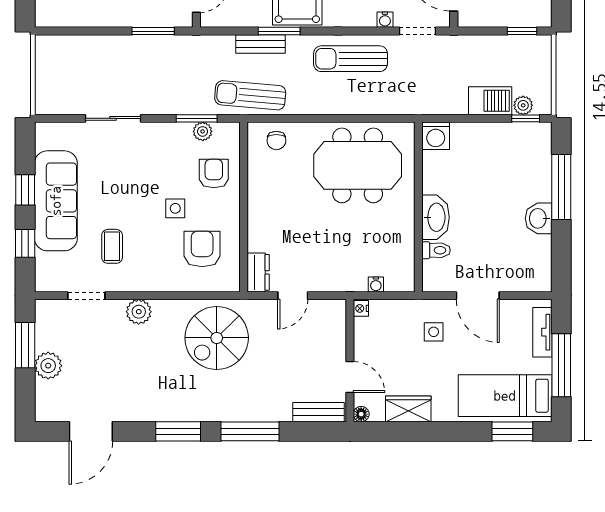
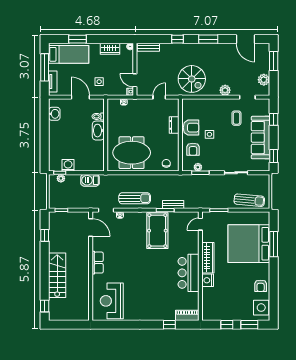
sun lounger: (250, 95) -> (249, 200), moved
barbecue: (490, 101) -> (90, 180), moved
washing machine: (436, 136) -> (68, 165), moved
window: (561, 187) -> (45, 143), removed
window: (25, 190) -> (274, 156), moved
washbasin: (539, 218) -> (54, 114), moved
armchair: (202, 249) -> (191, 128), moved, turned -90
dresser: (258, 272) -> (174, 125), moved
spiral stairs: (217, 338) -> (192, 79), turned 90
window: (25, 345) -> (274, 61), moved
plant: (48, 366) -> (264, 80), moved
door: (350, 377) -> (135, 80), moved
door: (91, 431) -> (245, 39), swing flipped
window: (250, 431) -> (178, 39), width x0.46
window: (512, 431) -> (78, 39), moved

